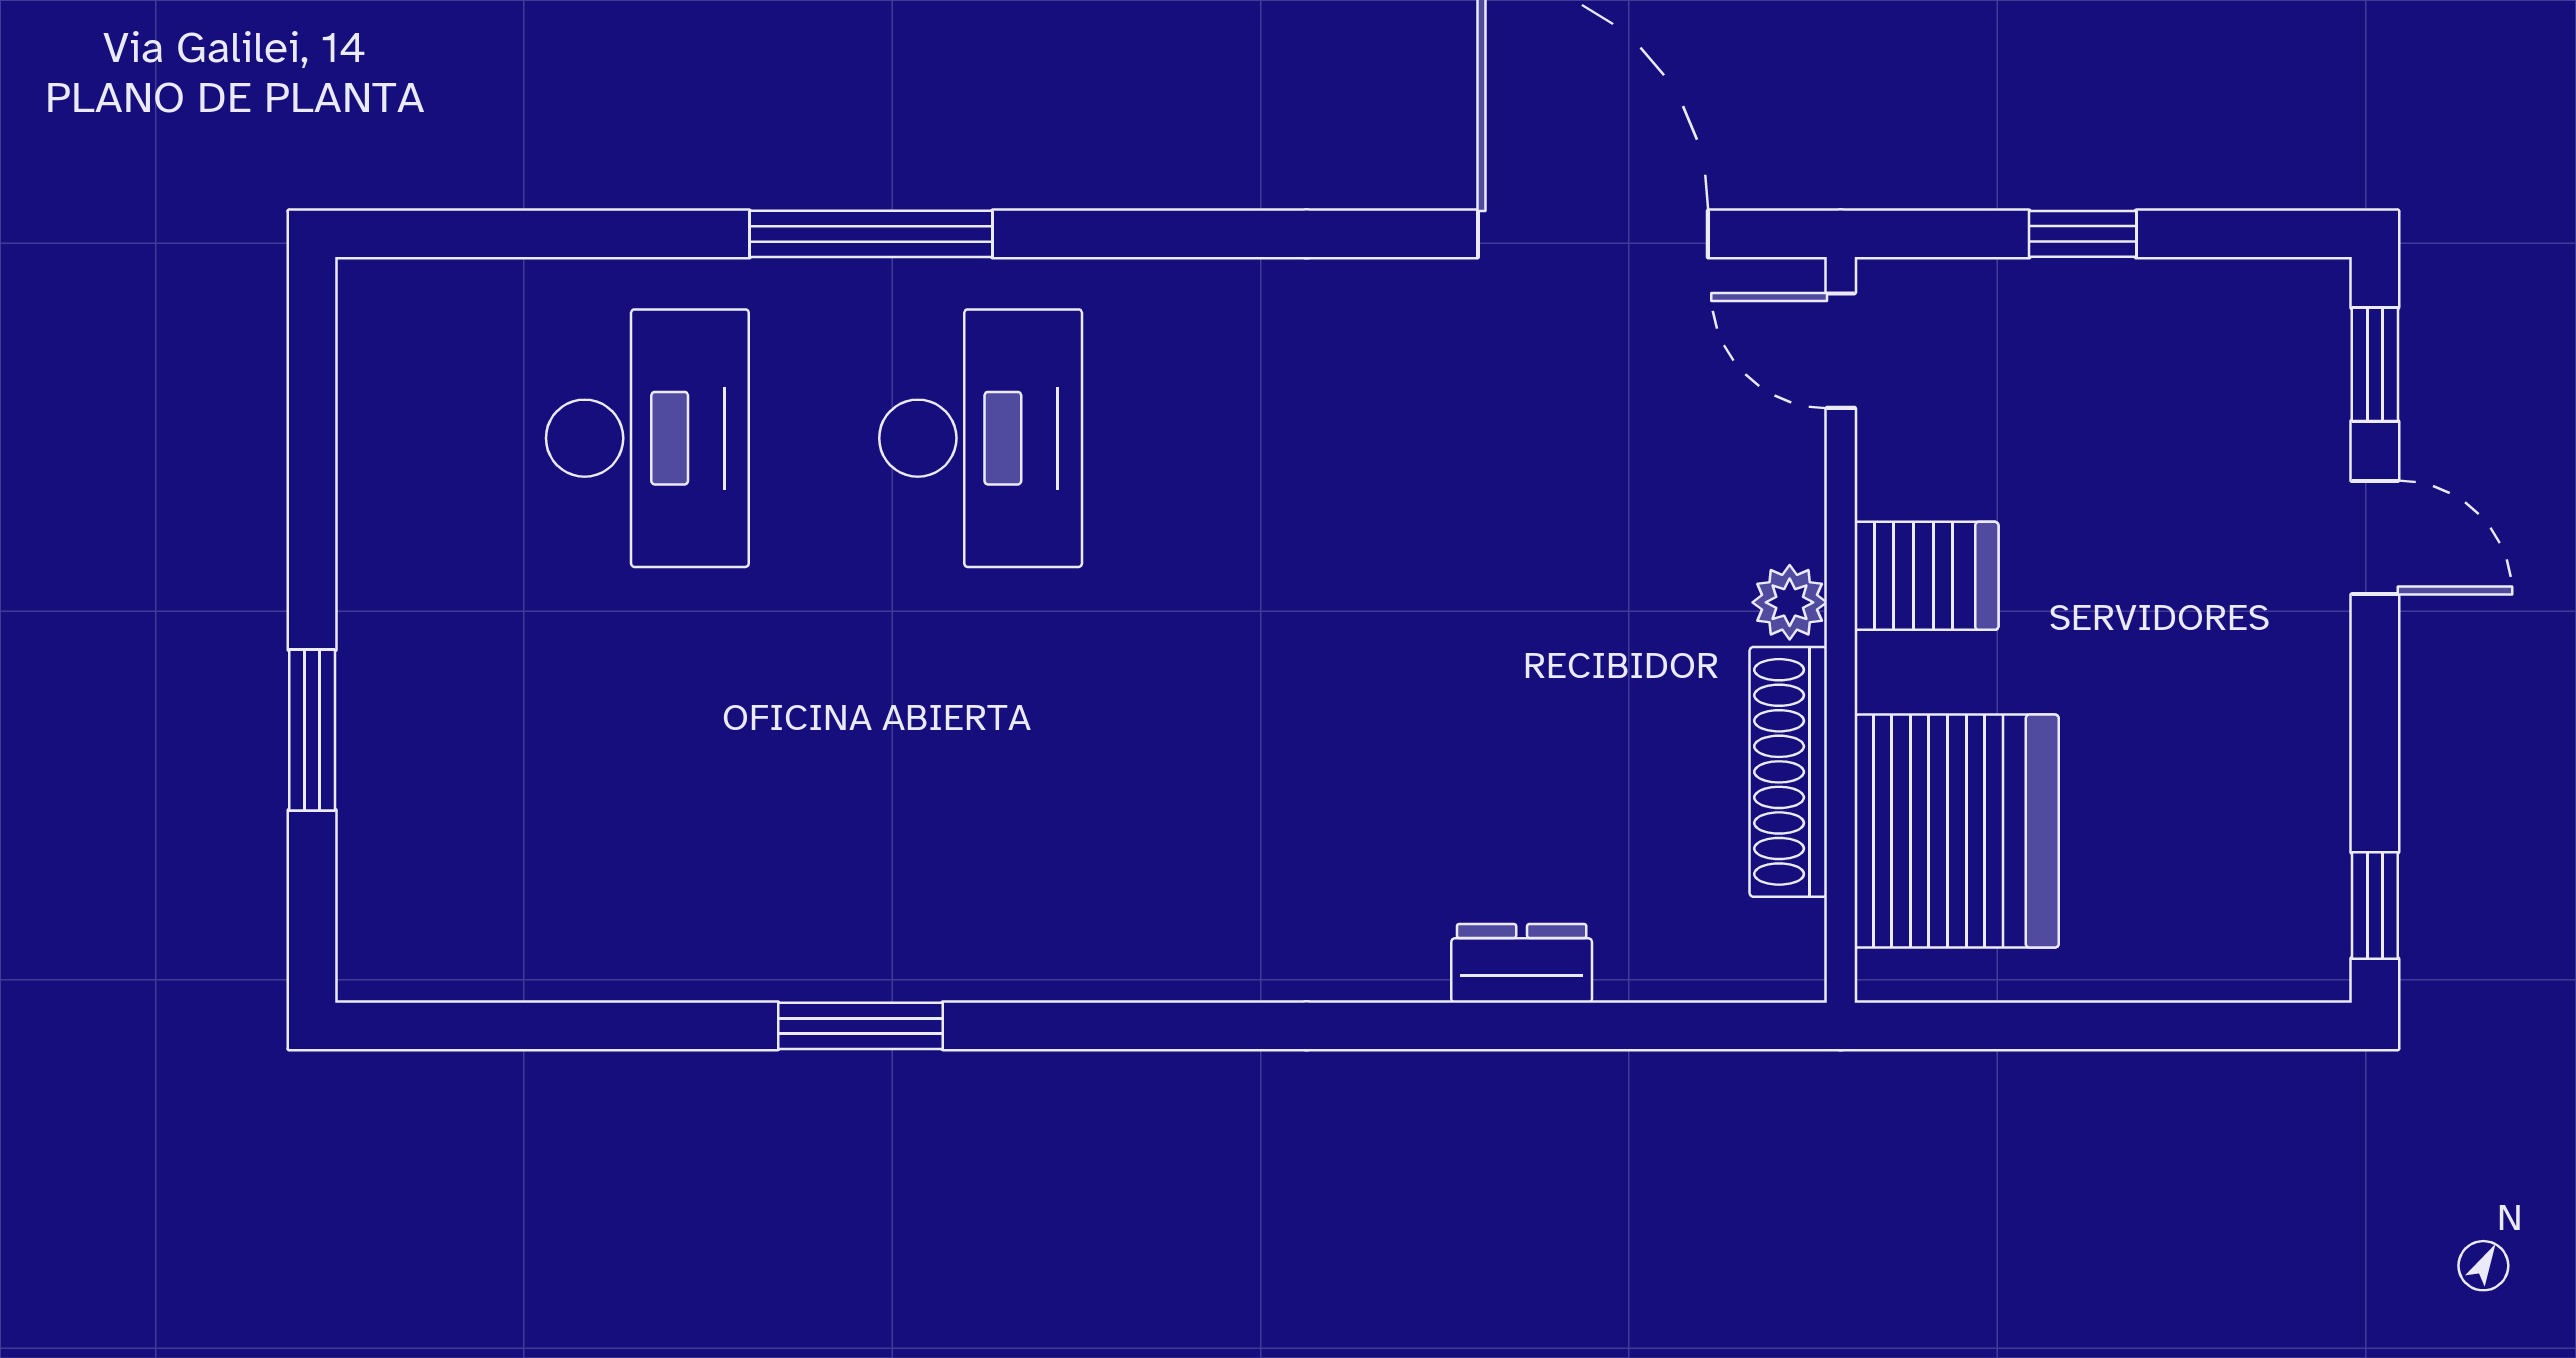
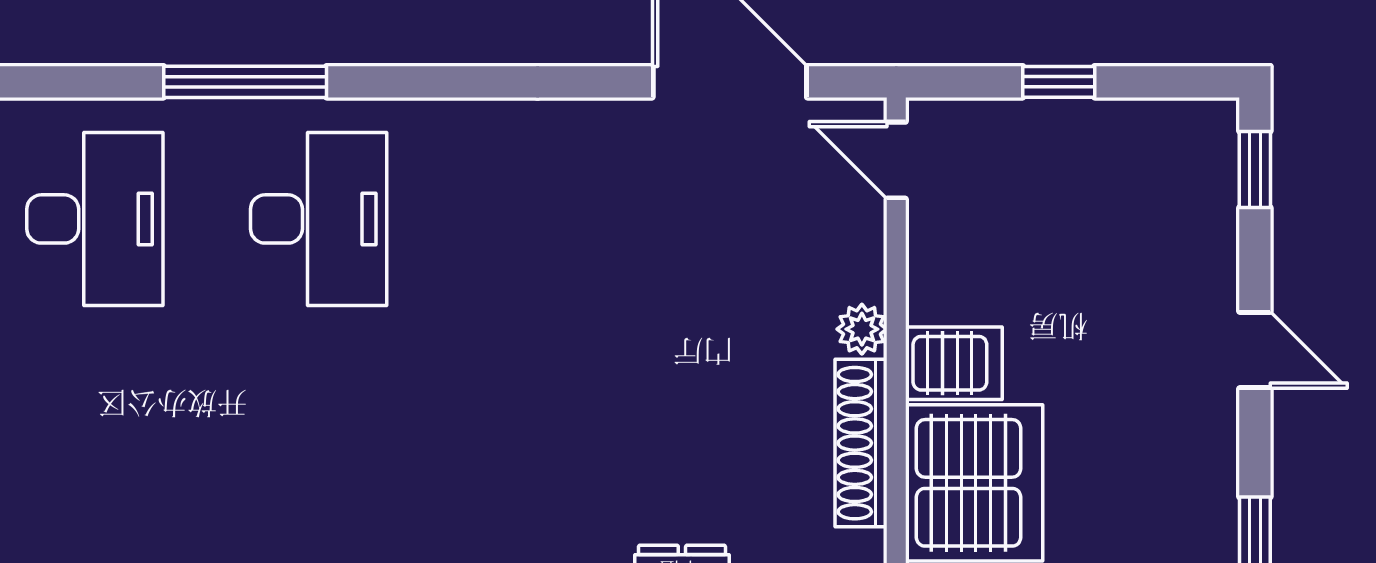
door: (2375, 538) -> (1255, 350), moved
server rack: (1926, 576) -> (954, 363), moved

